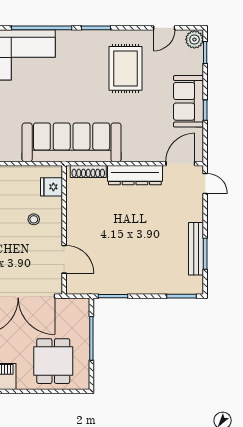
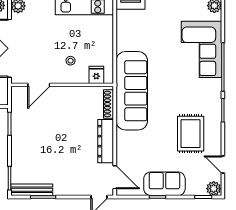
rug: (125, 68) -> (191, 134), turned 90
bench: (196, 249) -> (32, 190), moved

